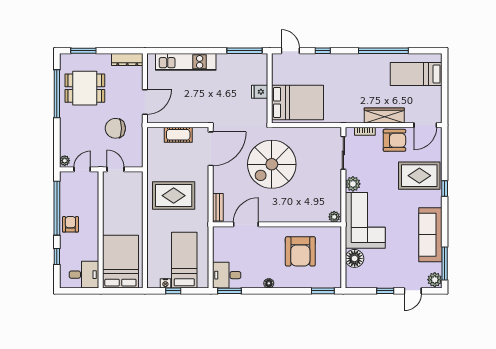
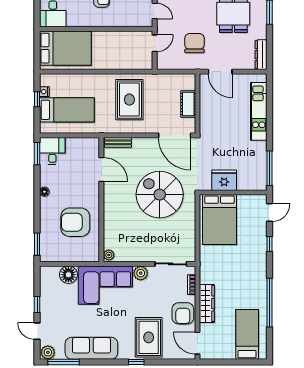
fridge: (260, 92) -> (224, 180), width x1.88, depth x1.34

